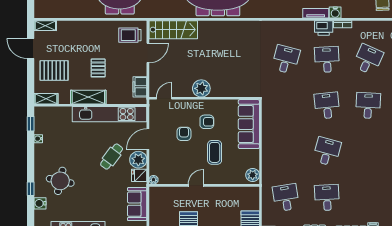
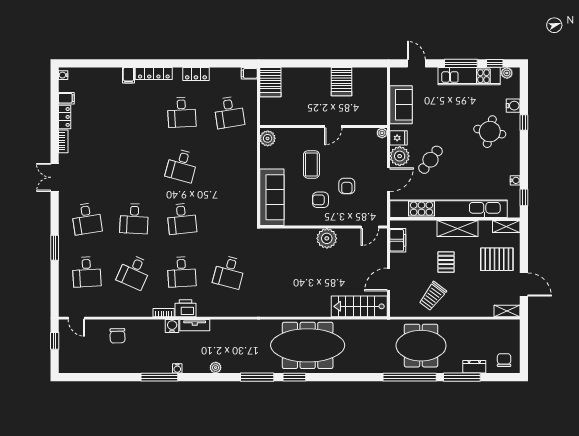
trolley: (130, 35) -> (433, 296), moved, turned 127
kitchen unit: (110, 114) -> (448, 209), width x1.36

